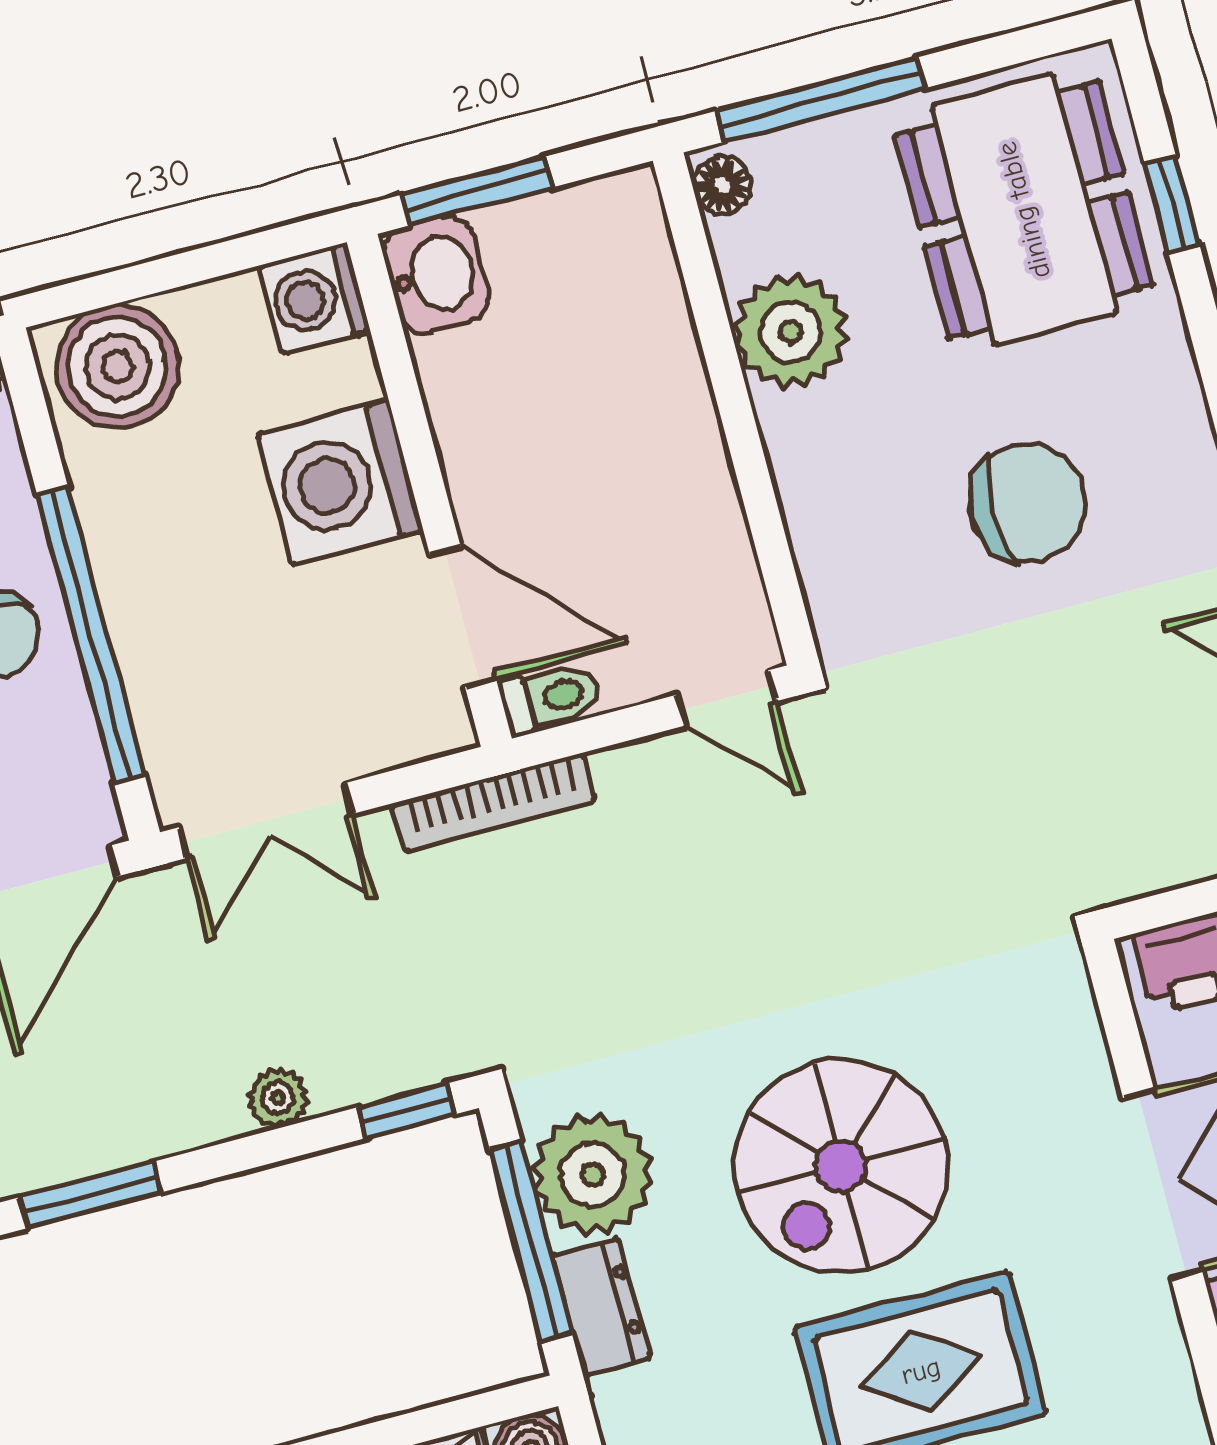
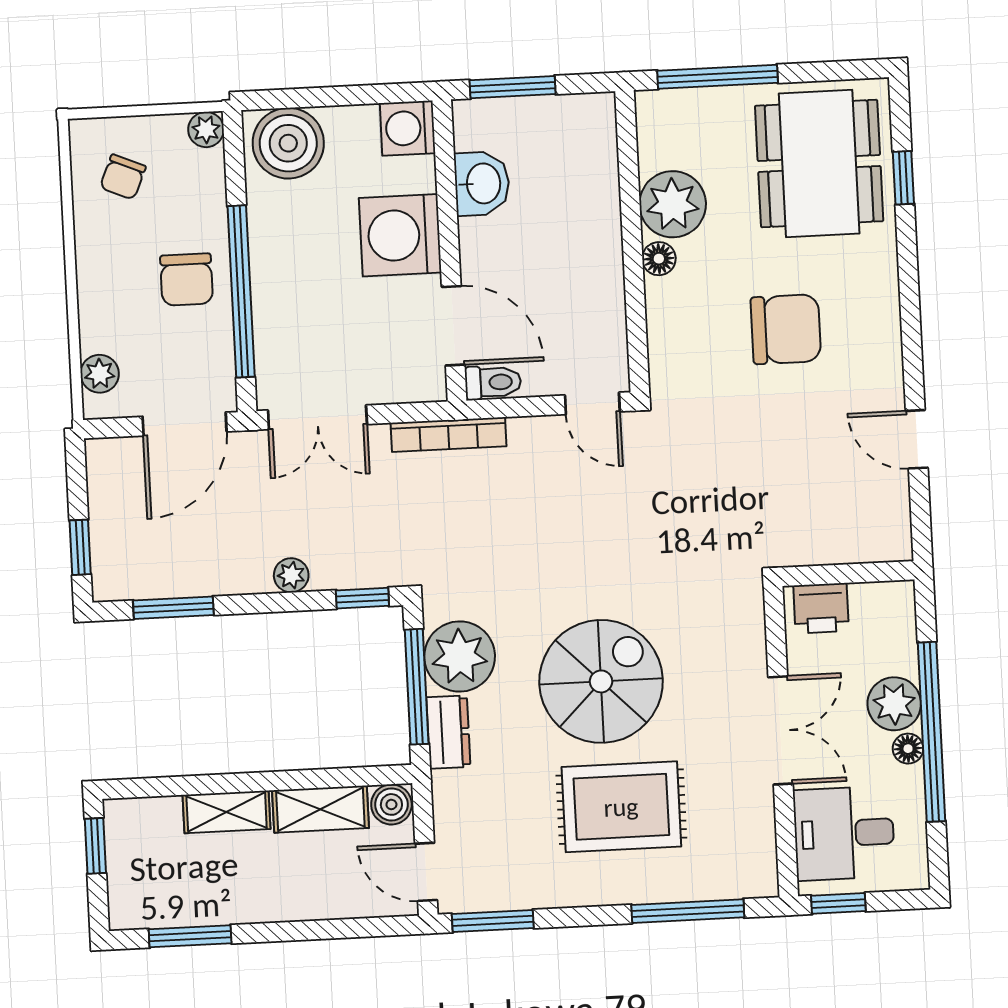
floor lamp: (722, 185) -> (659, 259), moved
washbasin: (436, 275) -> (482, 184), moved
spiral stairs: (841, 1166) -> (601, 681), turned 180

